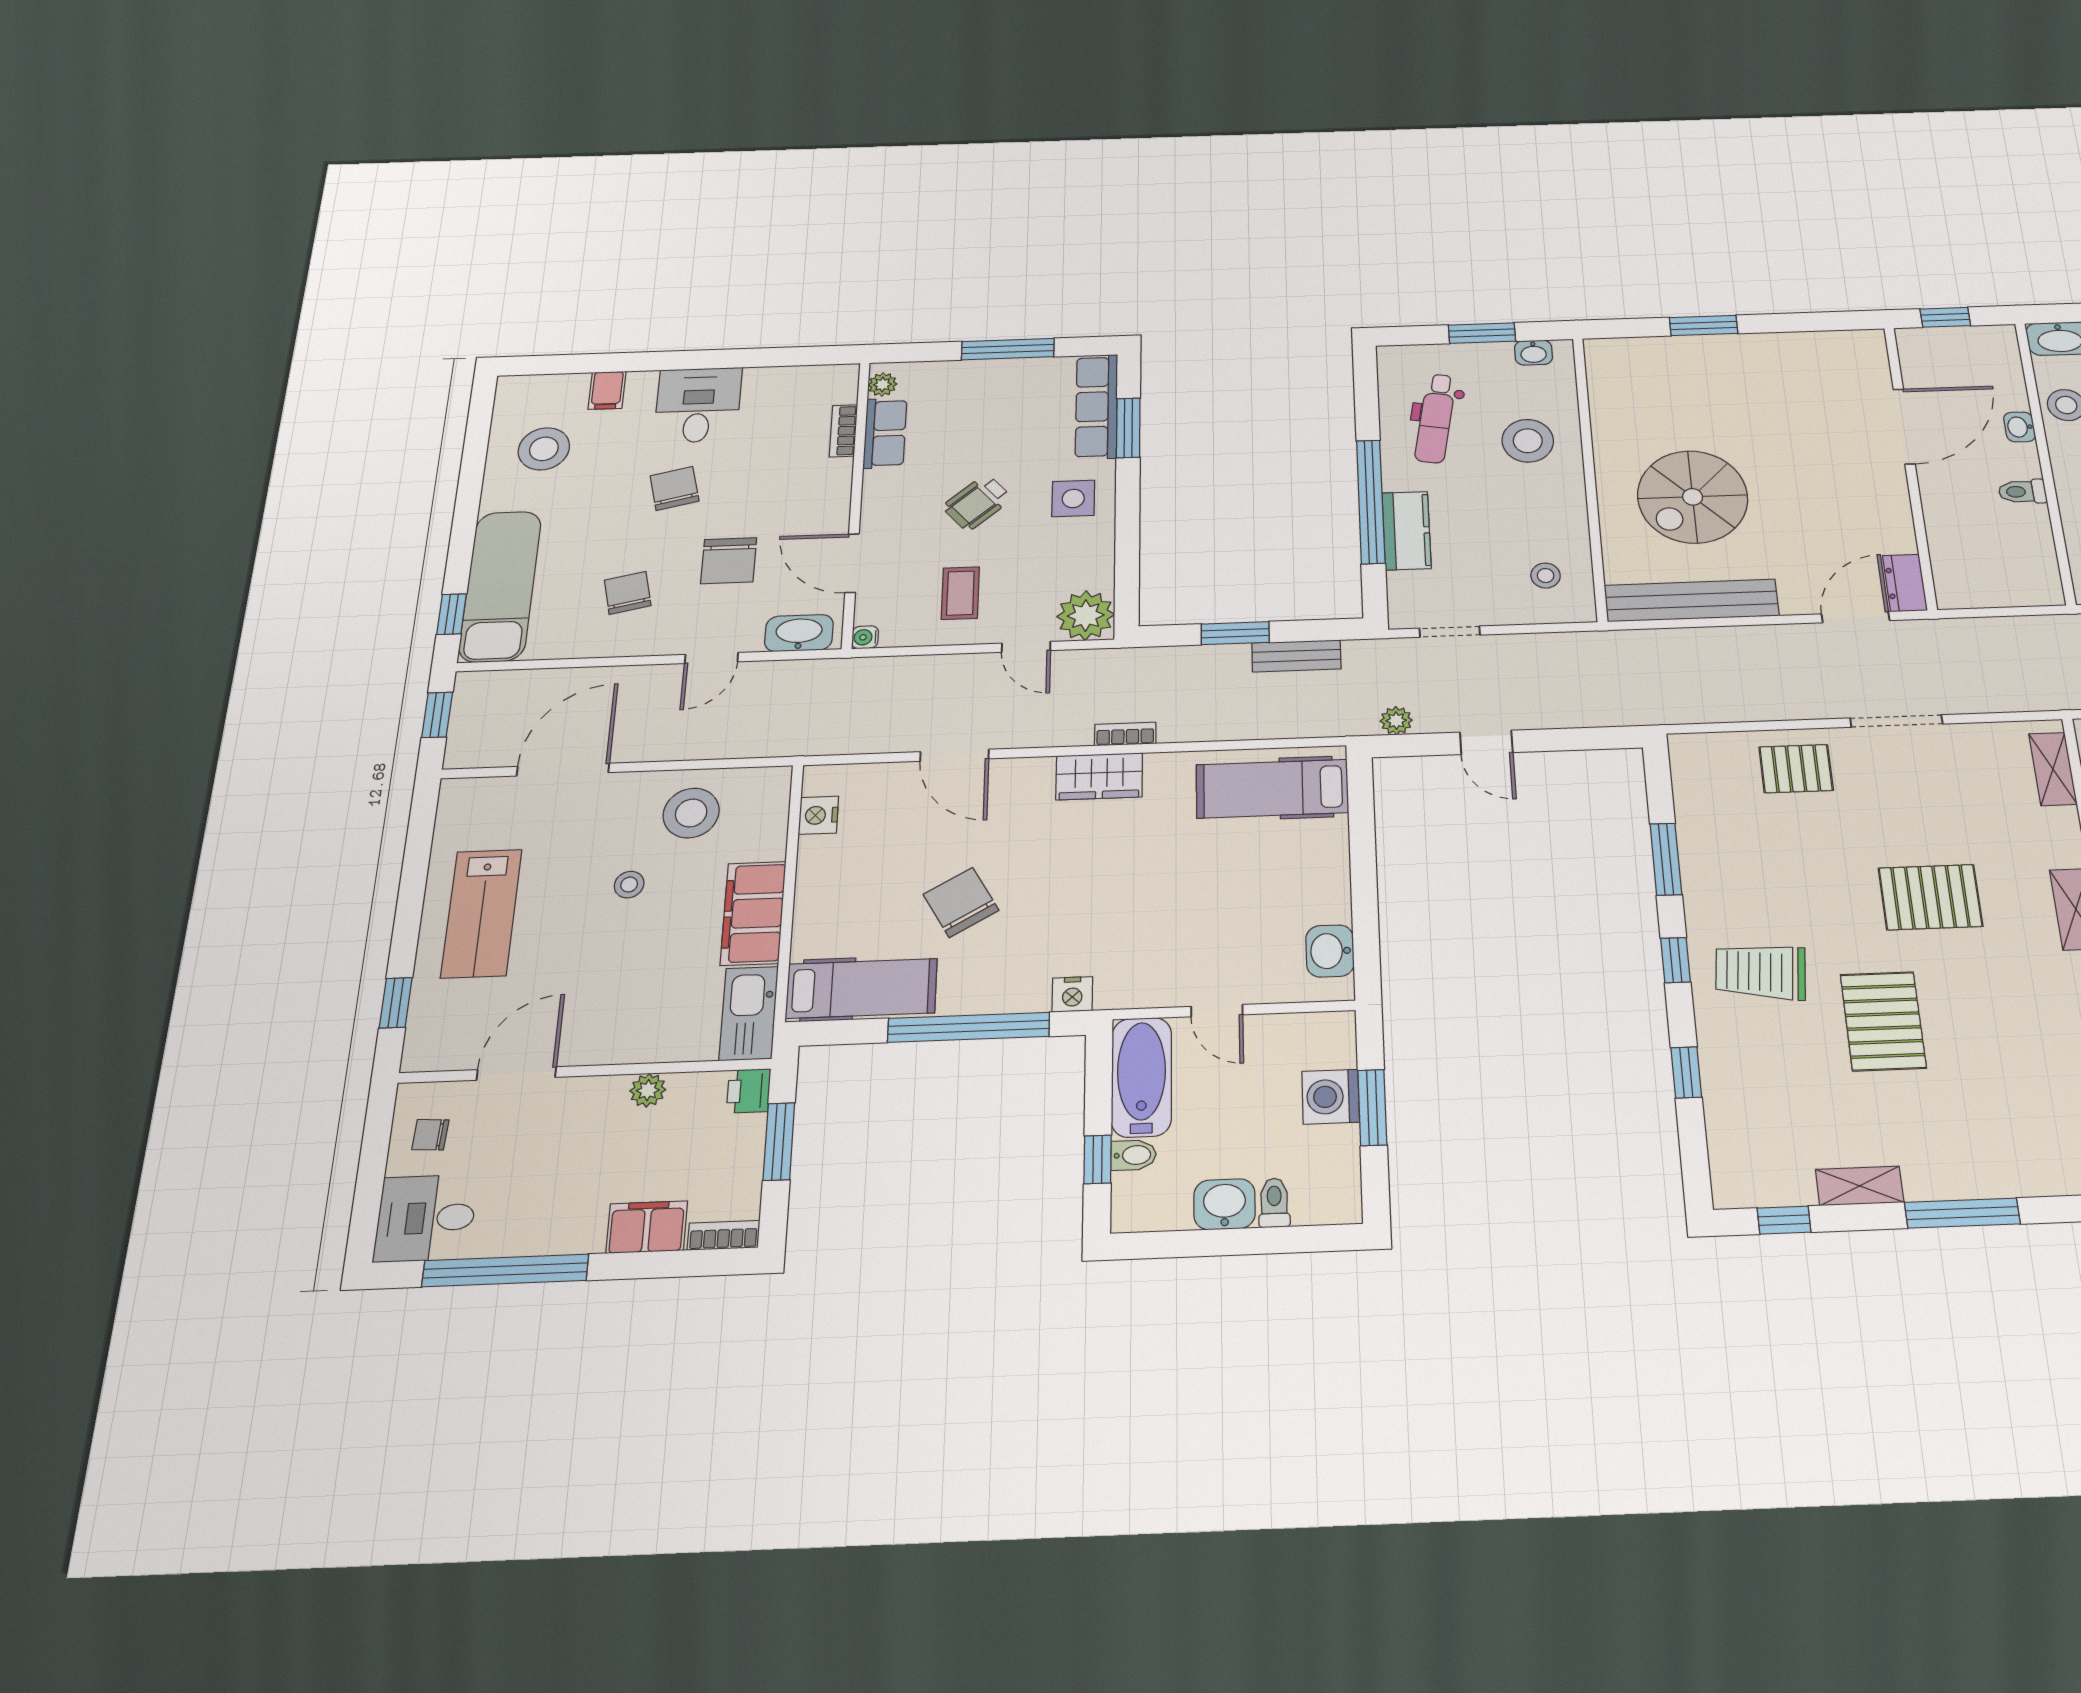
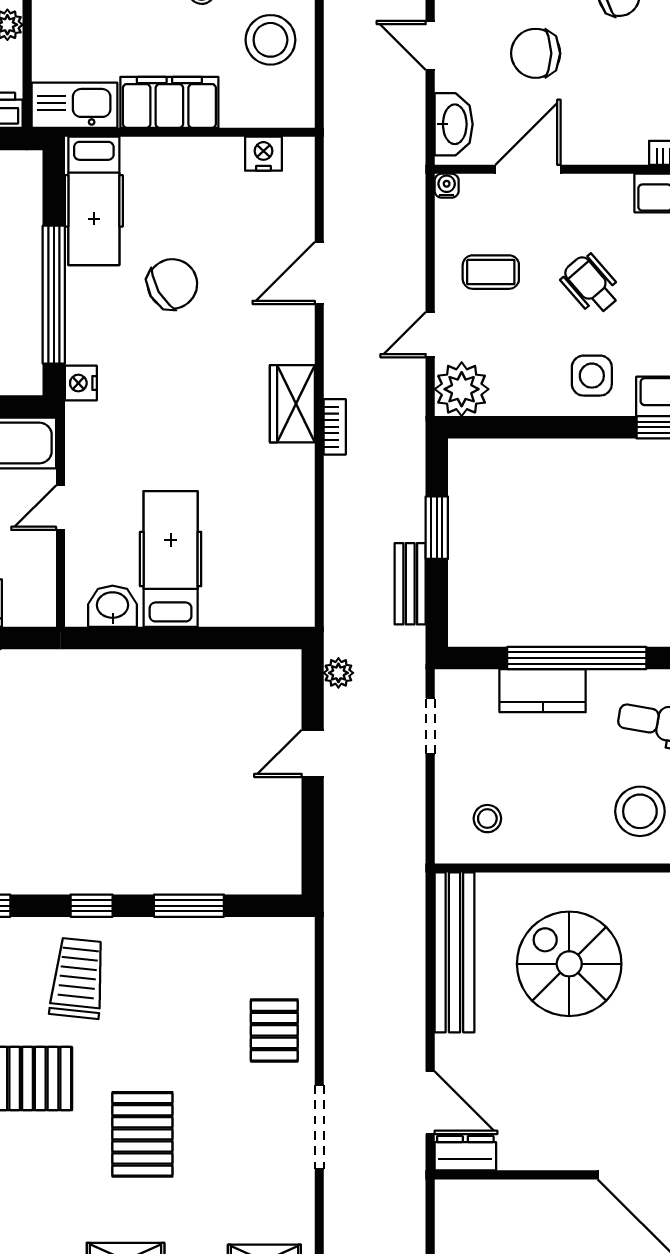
hospital bed: (1272, 789) -> (171, 559), moved

